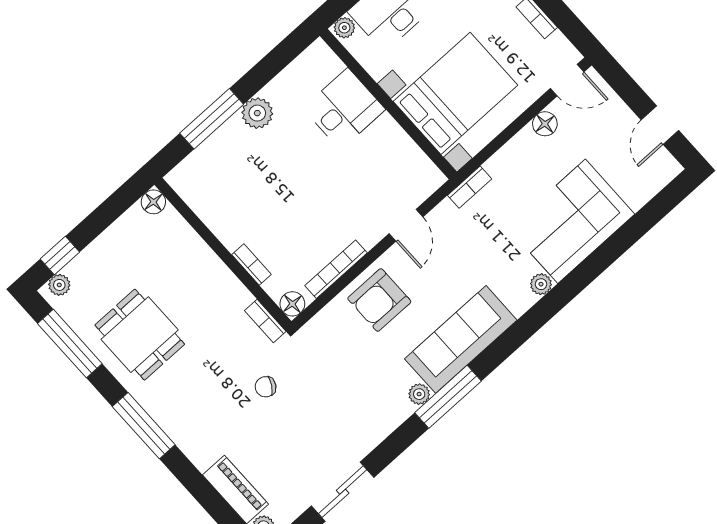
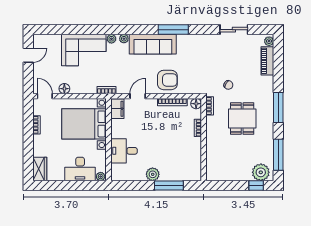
filing cabinet: (421, 172) -> (117, 109), added
floor lamp: (153, 202) -> (211, 176), removed
plant: (59, 285) -> (261, 172), width x1.87, depth x1.87
dining table: (140, 335) -> (242, 119), moved
plant: (419, 394) -> (124, 39), moved

